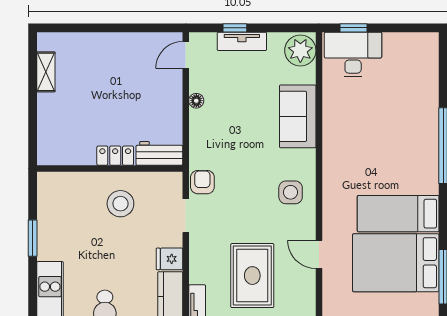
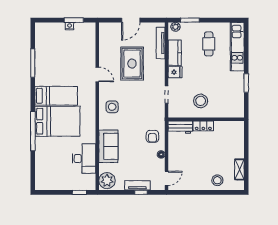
stool: (88, 51) -> (217, 180), added
desk: (353, 54) -> (84, 158), moved, turned -90
armchair: (202, 182) -> (152, 136), moved
bed: (396, 263) -> (57, 121), moved

